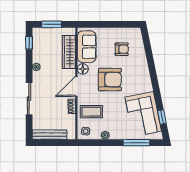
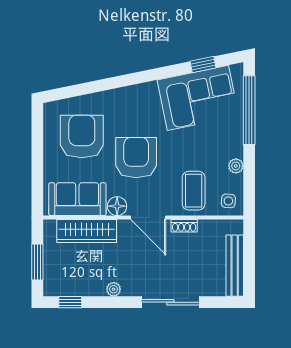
armchair: (122, 49) -> (82, 136), width x1.88, depth x1.88
window: (136, 143) -> (249, 110), width x1.46

